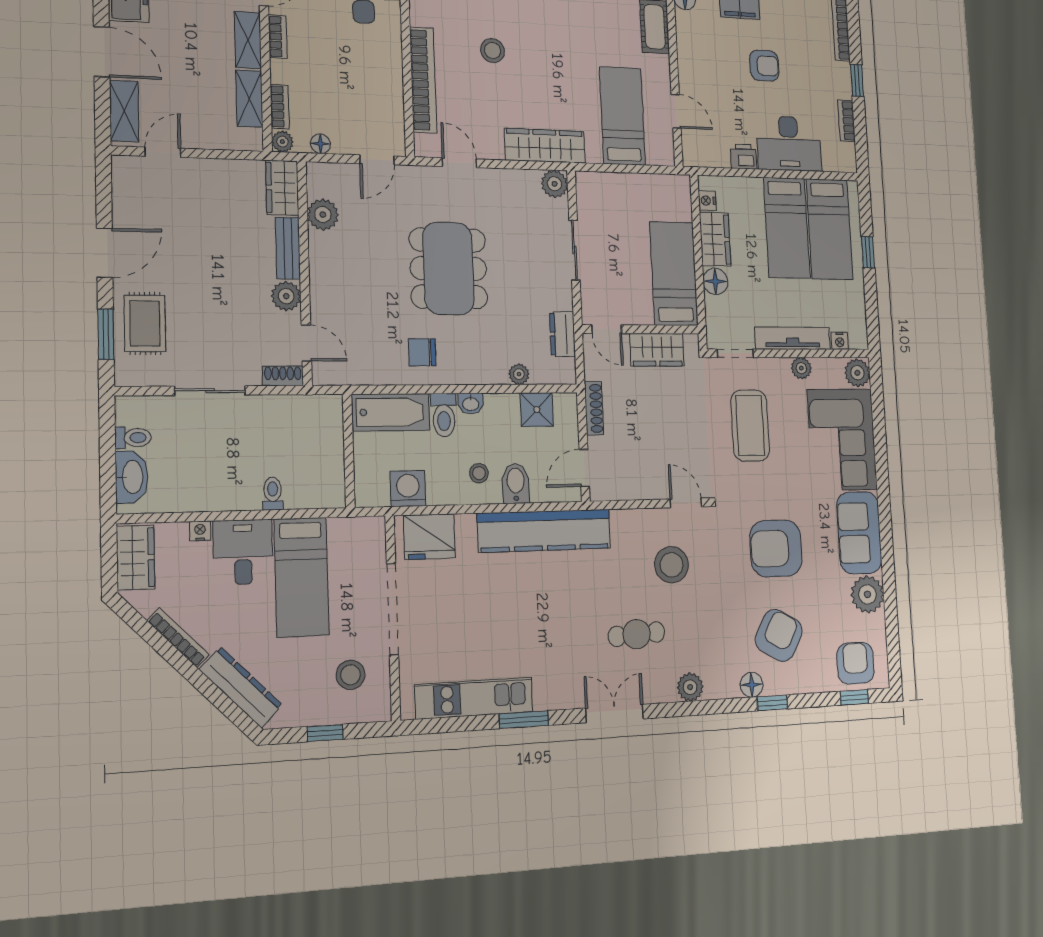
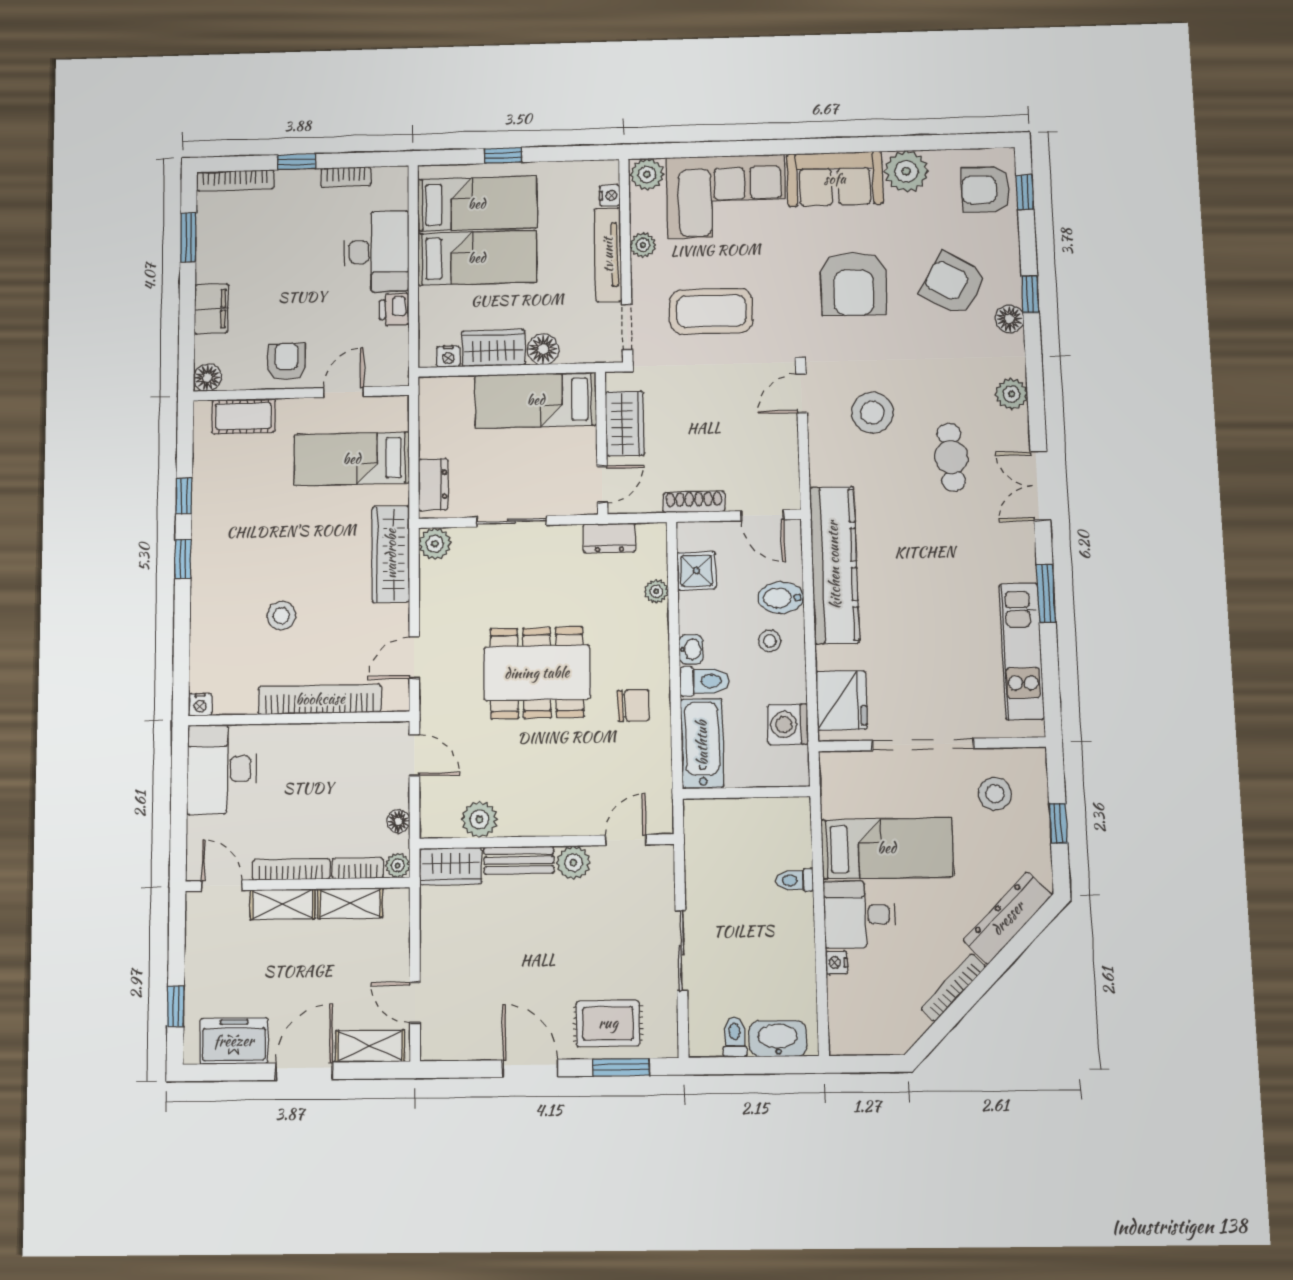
bookcase: (278, 37) -> (291, 869), width x1.56
armchair: (764, 66) -> (287, 361), moved
dresser: (603, 184) -> (433, 485), added
chair: (422, 352) -> (634, 705), turned -91
shoe rack: (283, 376) -> (663, 867), removed
wardrobe: (136, 558) -> (866, 1035), removed

